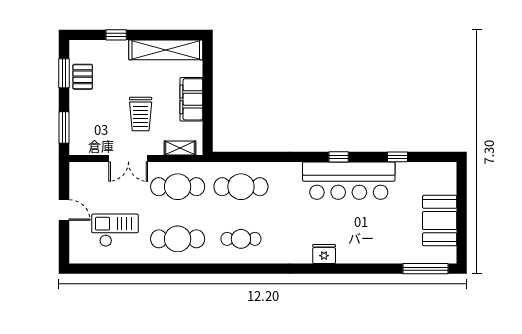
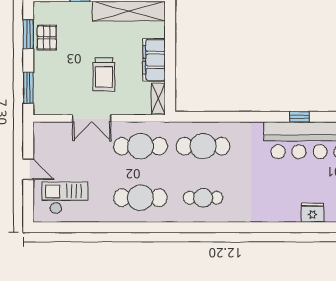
shelving: (180, 148) -> (158, 98), moved, turned 90
checkout: (115, 230) -> (65, 198), moved
fridge: (324, 254) -> (312, 213), moved

